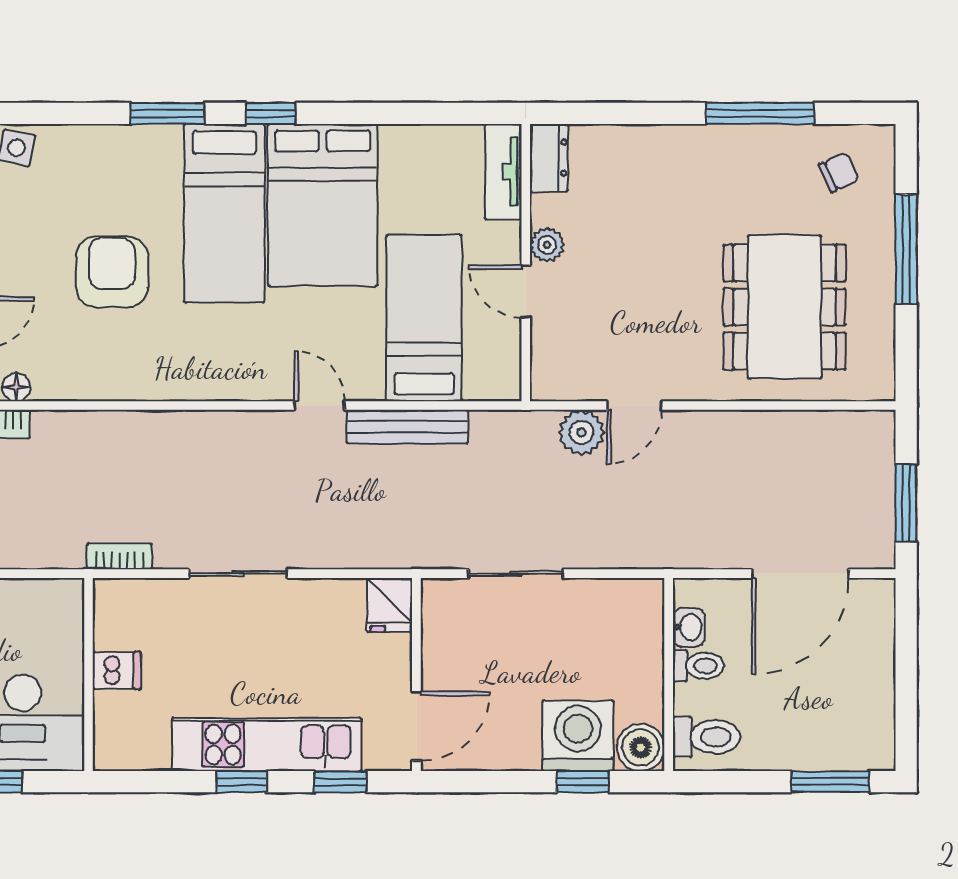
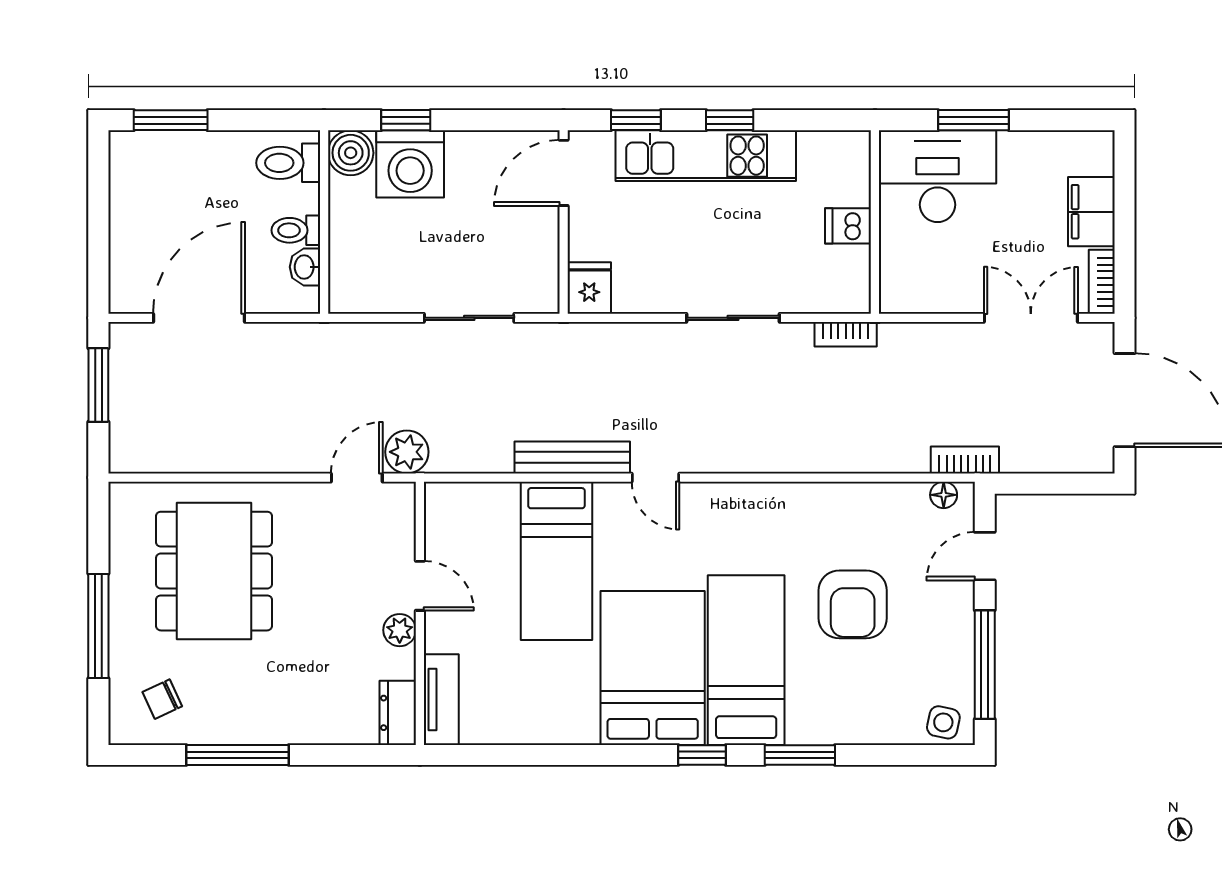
dresser: (549, 158) -> (398, 713), moved
tv unit: (503, 172) -> (441, 700), moved
plant: (547, 245) -> (400, 630), moved
wall: (526, 263) -> (420, 613), moved
door: (526, 292) -> (420, 586), moved

